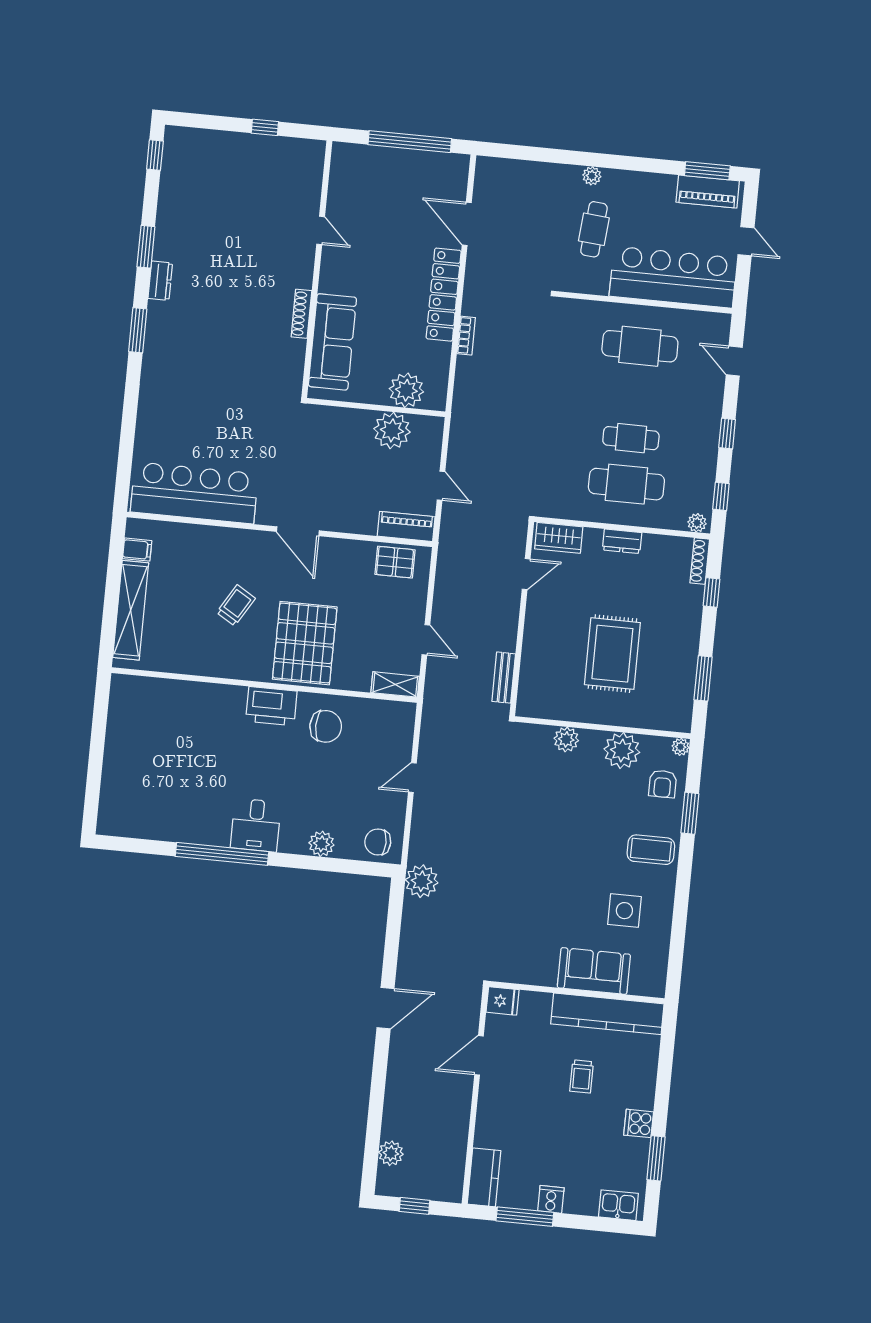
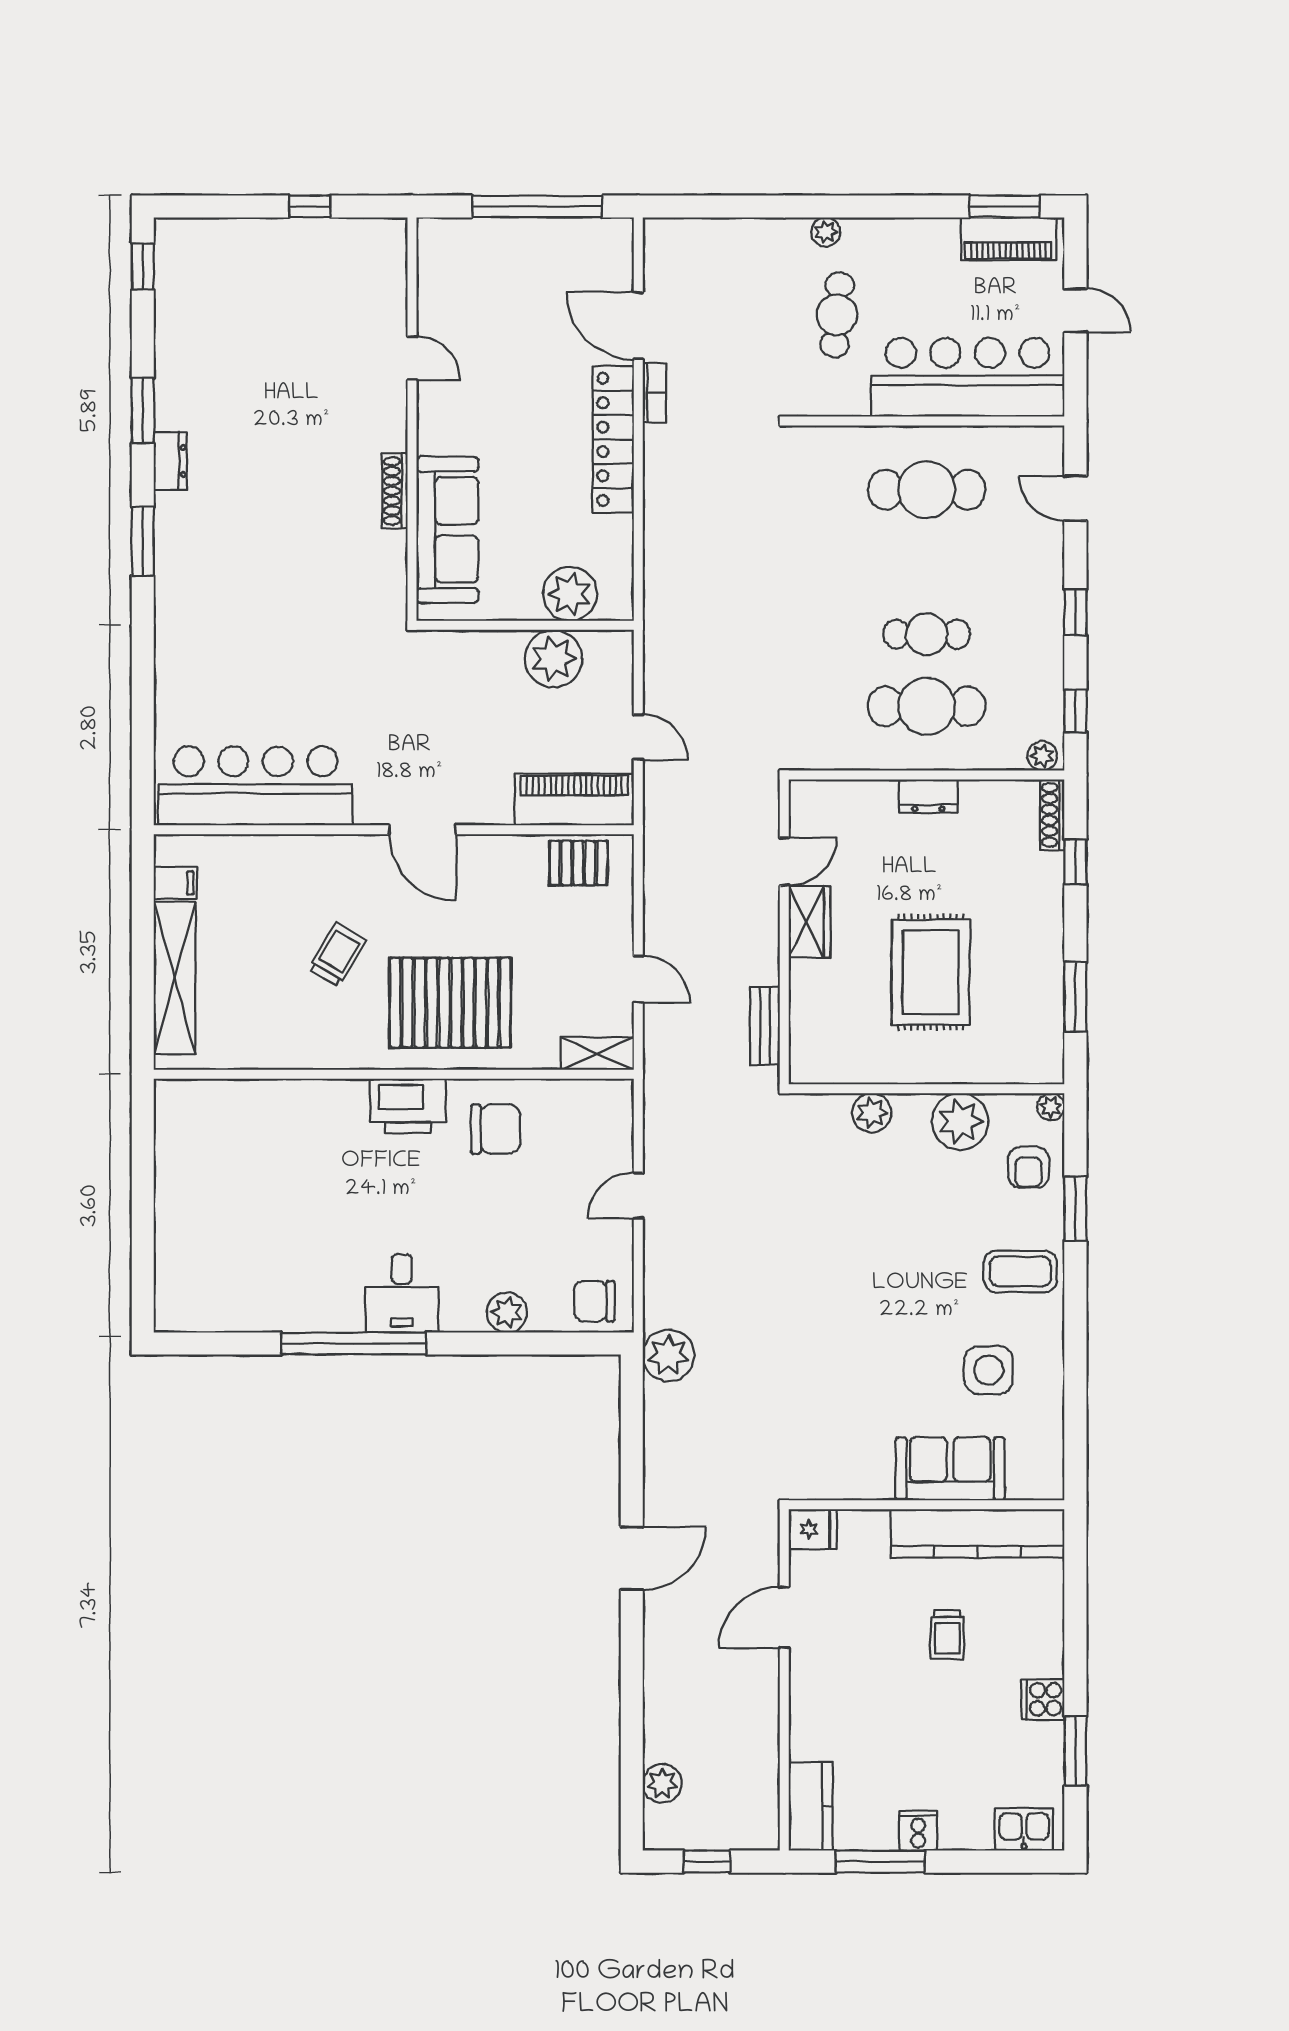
bookcase: (466, 336) -> (654, 393), moved
piano: (406, 526) -> (574, 799), width x1.37, depth x1.33
wardrobe: (559, 538) -> (810, 922), moved, turned -90
pallet: (305, 643) -> (450, 1003), turned 90

